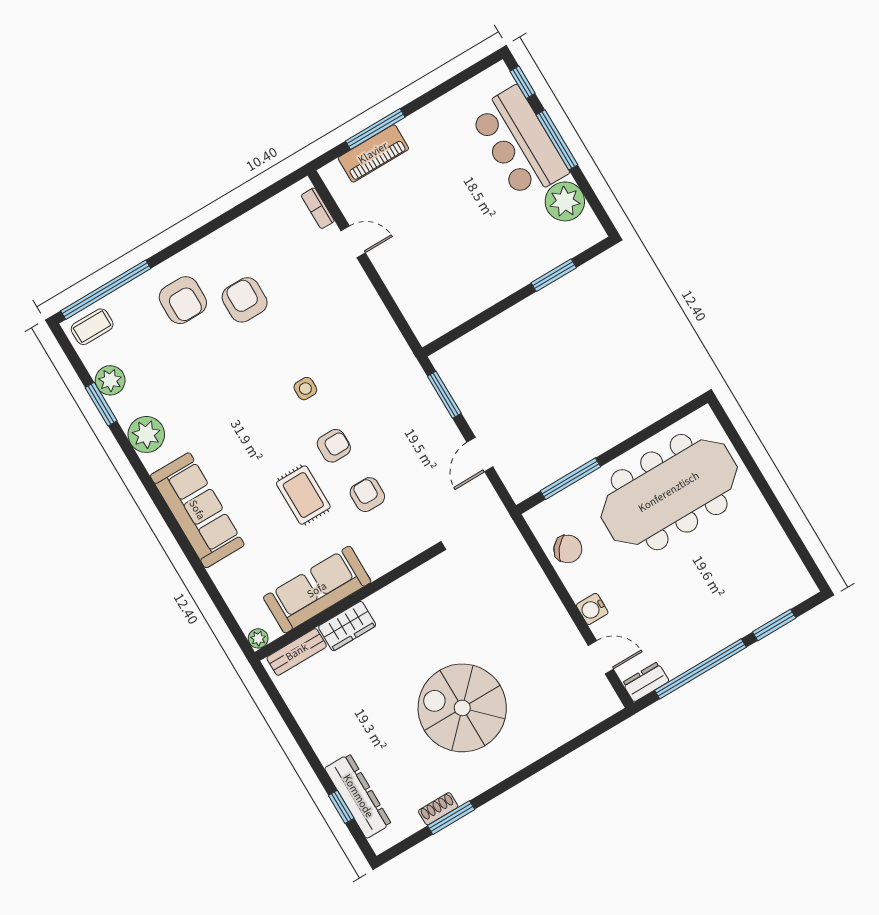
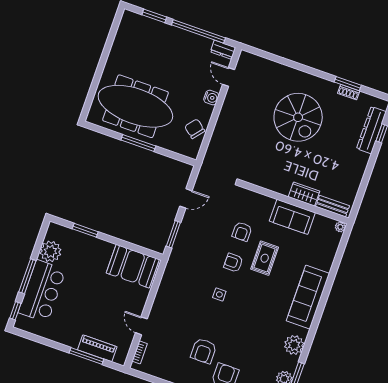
booth: (447, 300) -> (133, 266), added
window: (570, 479) -> (138, 143), moved
sofa: (317, 590) -> (292, 217), width x0.73

